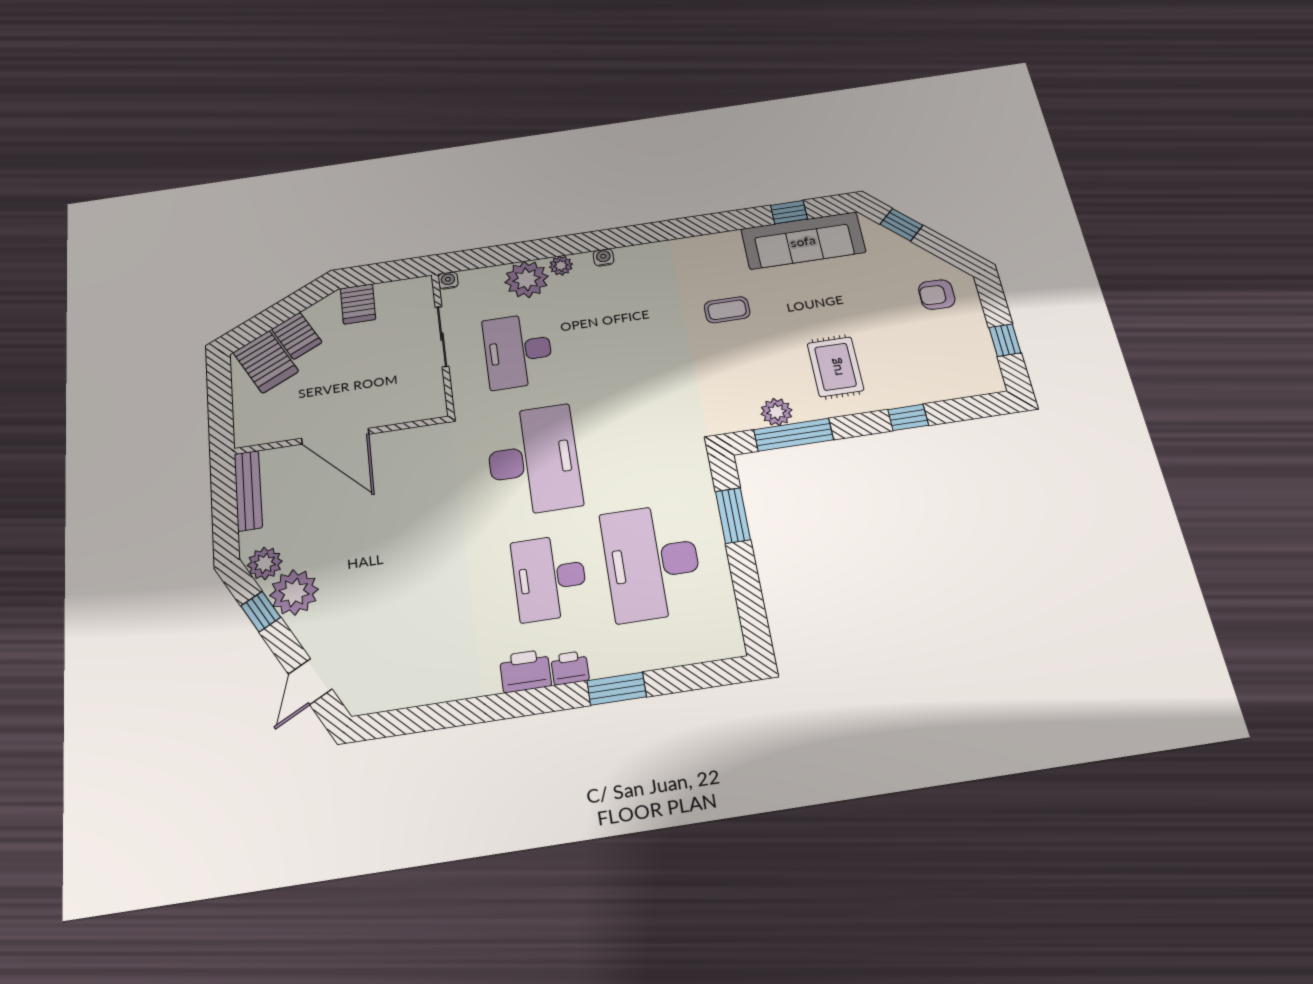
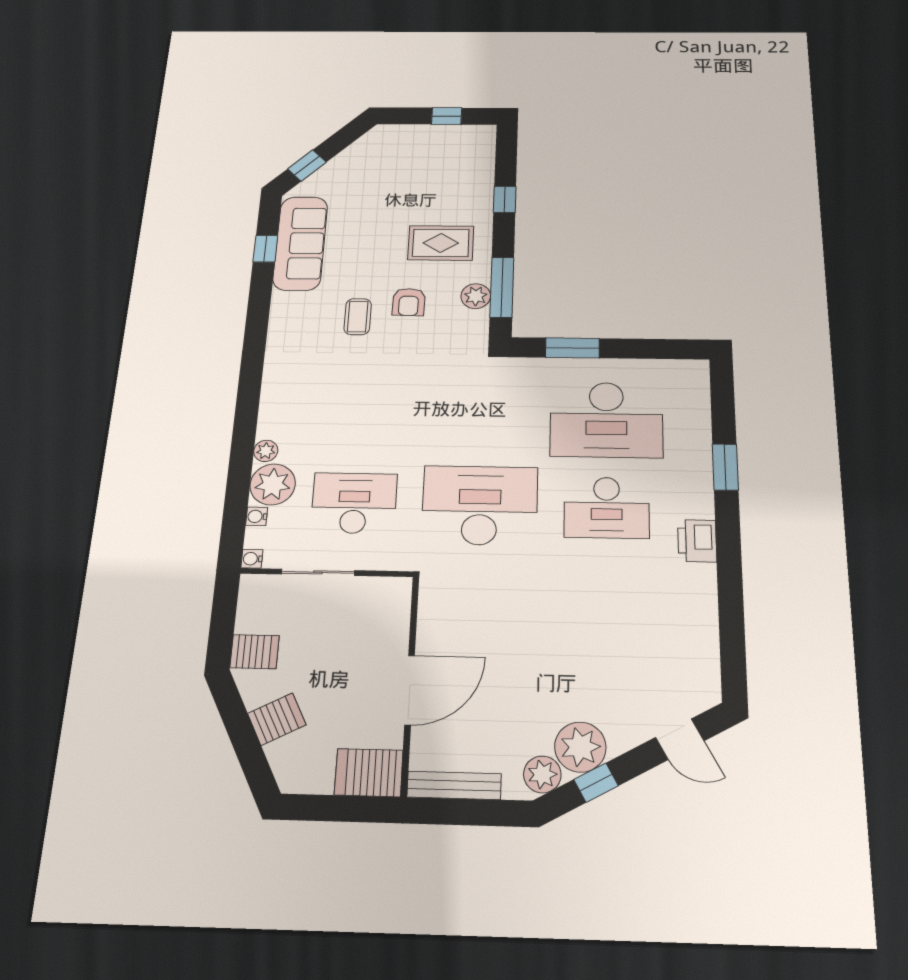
water cooler: (604, 257) -> (257, 516), moved
armchair: (937, 295) -> (409, 302), moved
desk: (518, 351) -> (354, 503), turned 180
server rack: (266, 362) -> (369, 773), moved, turned -153
printer: (570, 668) -> (700, 503), removed

